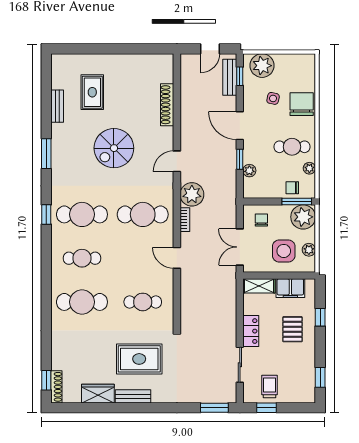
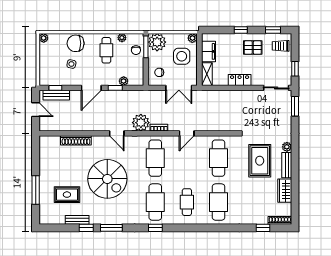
window: (99, 49) -> (36, 190), added
plant: (262, 66) -> (44, 38), moved, width x0.53, depth x0.53
window: (46, 119) -> (86, 228), added
spiral stairs: (114, 148) -> (107, 179), width x1.37, depth x1.37
plant: (309, 250) -> (192, 38), moved
cafe table: (143, 302) -> (219, 158), width x1.37, depth x1.35
window: (320, 317) -> (241, 30), moved
pallet: (292, 329) -> (253, 48), moved
sliding door: (240, 365) -> (276, 88), moved
window: (46, 380) -> (263, 228), moved
trolley: (269, 387) -> (281, 46), moved
plant: (158, 396) -> (287, 147), added

